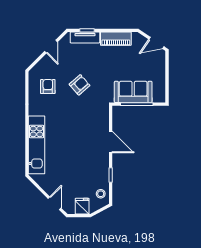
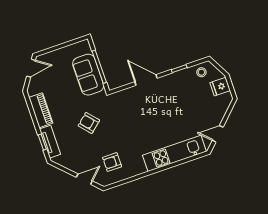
door: (156, 43) -> (31, 68), hinge flipped
door: (51, 47) -> (84, 179), moved
armchair: (80, 85) -> (89, 123), moved
door: (111, 142) -> (146, 80), hinge flipped
door: (55, 203) -> (218, 134), moved

